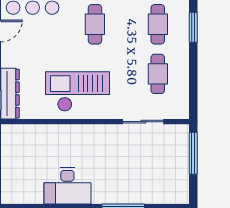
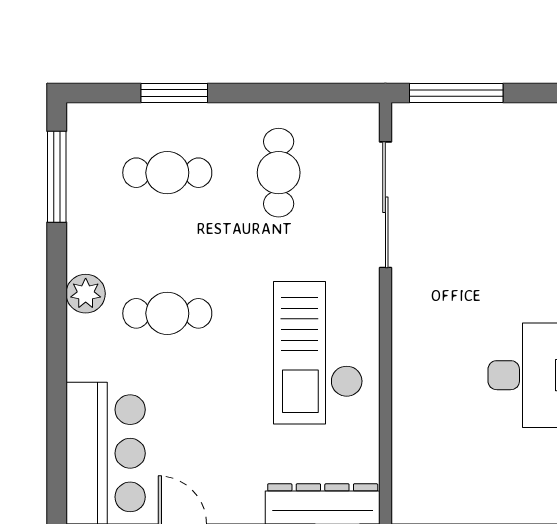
cafe table: (158, 74) -> (279, 173), turned 90
sliding door: (143, 122) -> (385, 205), width x1.37

